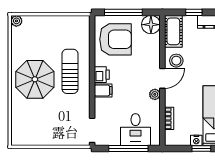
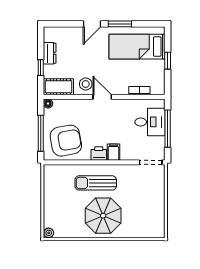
floor lamp: (151, 25) -> (48, 104), width x0.53, depth x0.53
armchair: (115, 39) -> (66, 141), turned 80
plant: (155, 94) -> (117, 104), removed
nightstand: (196, 140) -> (160, 65), removed

